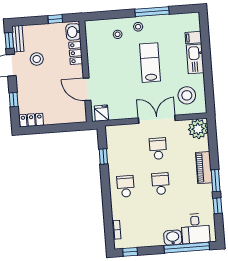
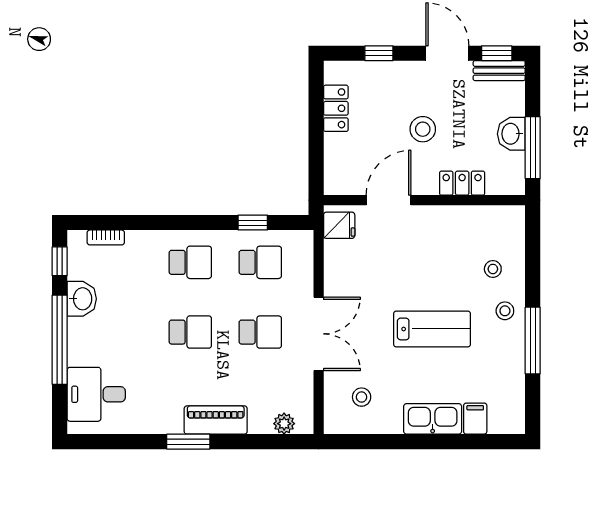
window: (55, 19) -> (533, 148), width x2.17
washbasin: (73, 32) -> (511, 134), moved, turned -90
stool: (37, 59) -> (423, 129), moved
stool: (187, 95) -> (362, 397), width x0.53, depth x0.53
locker: (31, 120) -> (336, 108), moved
plant: (198, 129) -> (284, 424), width x0.53, depth x0.53
school desk: (123, 151) -> (260, 262), added
window: (218, 206) -> (138, 442), removed
washbasin: (173, 238) -> (82, 299), moved
window: (187, 248) -> (60, 340), moved

